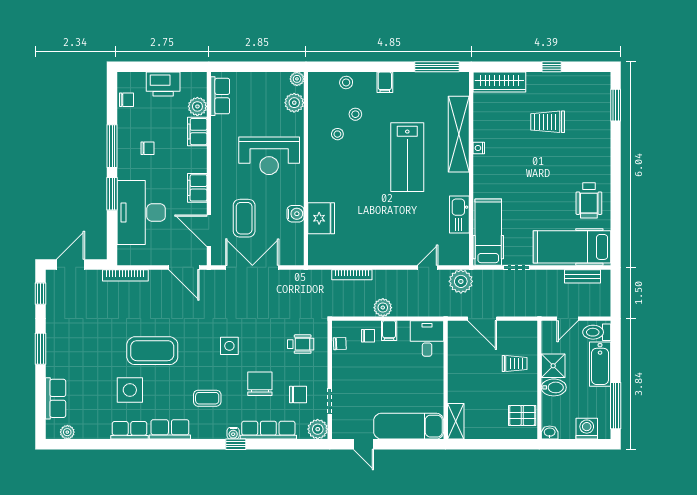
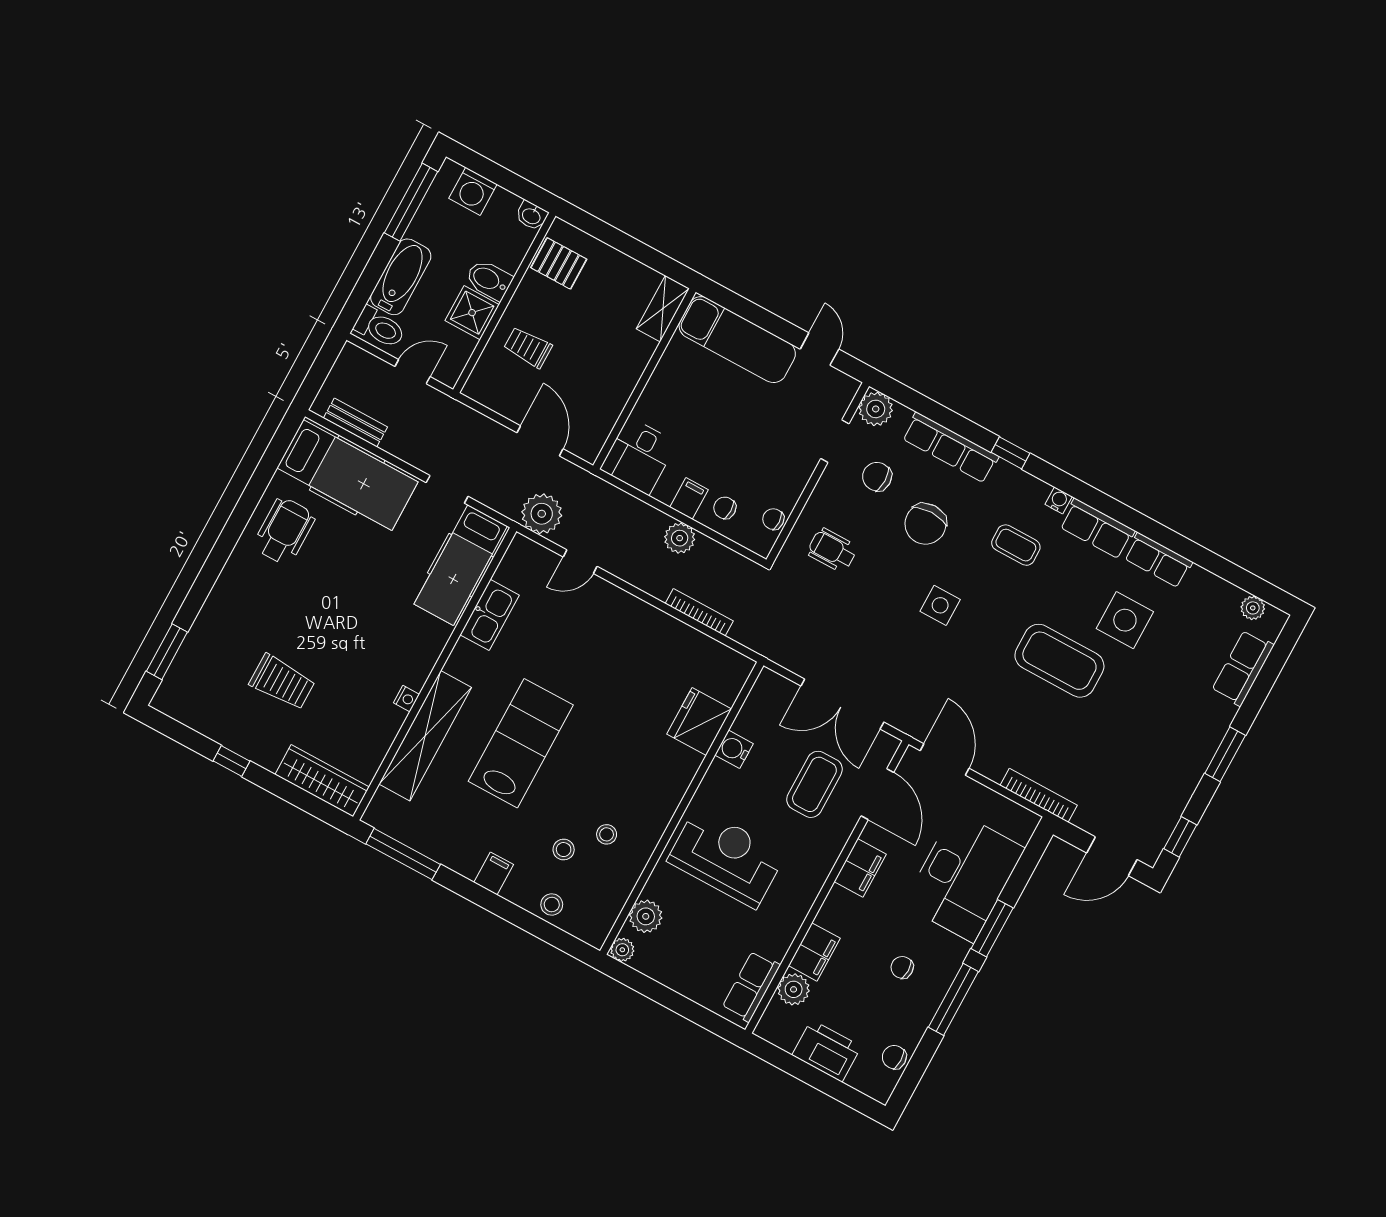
water cooler: (233, 433) -> (1059, 500), moved

